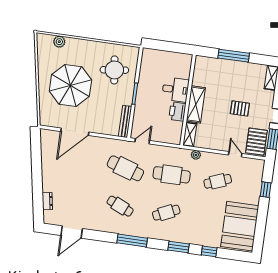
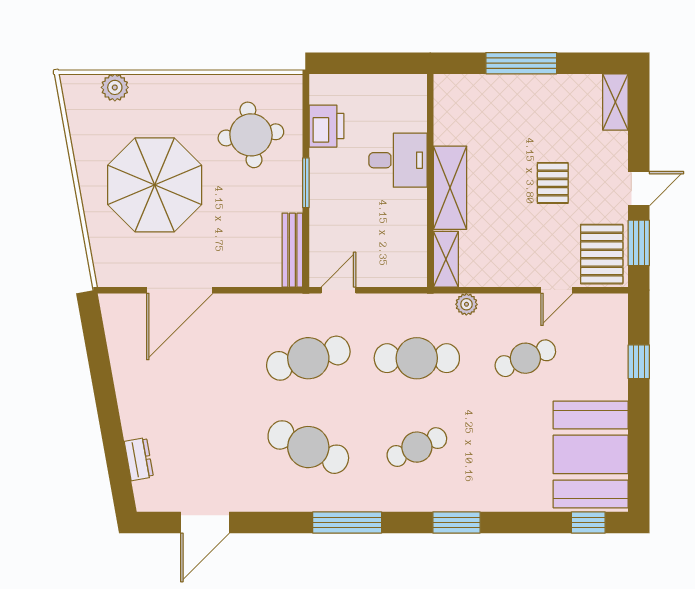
pallet: (240, 108) -> (553, 183), turned 90
printer: (177, 112) -> (326, 126), moved, turned 180
door: (235, 154) -> (557, 290), swing flipped
cafe table: (125, 168) -> (308, 358), turned -33
cafe table: (120, 206) -> (308, 447), width x1.37, depth x1.35
window: (209, 251) -> (588, 522), moved

